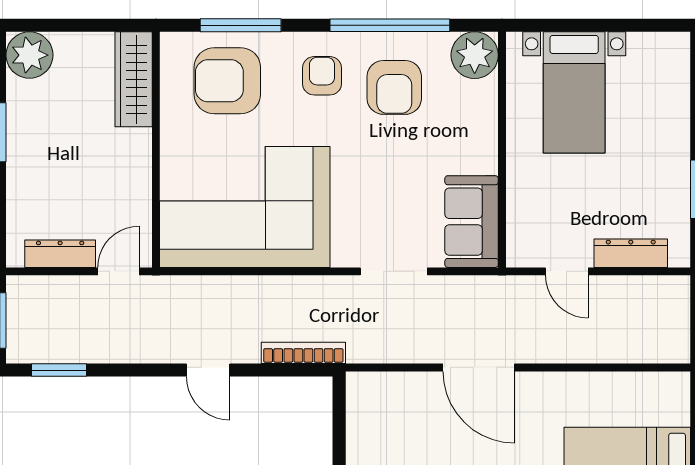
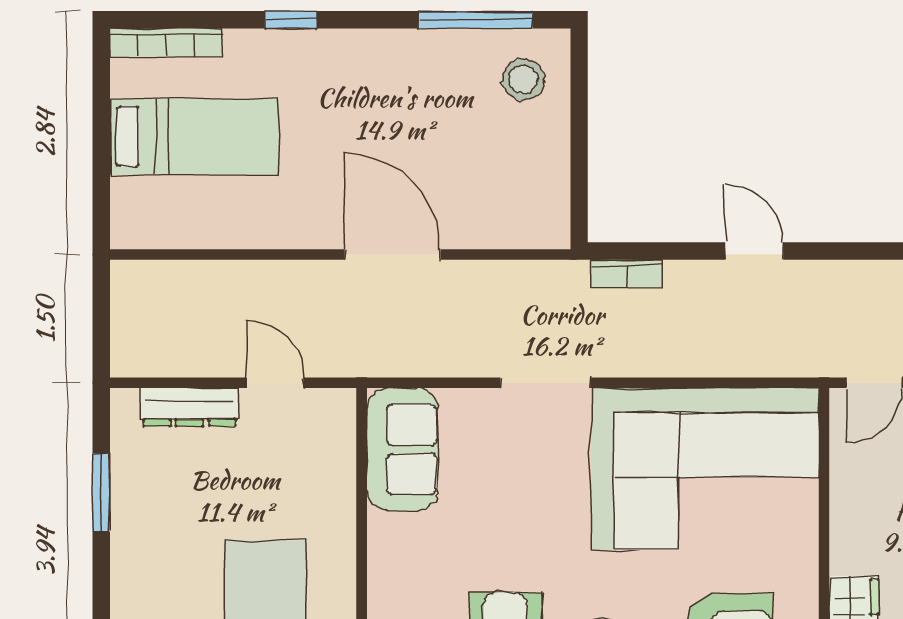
doorway: (394, 271) -> (545, 383), moved
bookcase: (303, 353) -> (627, 274), width x0.64

